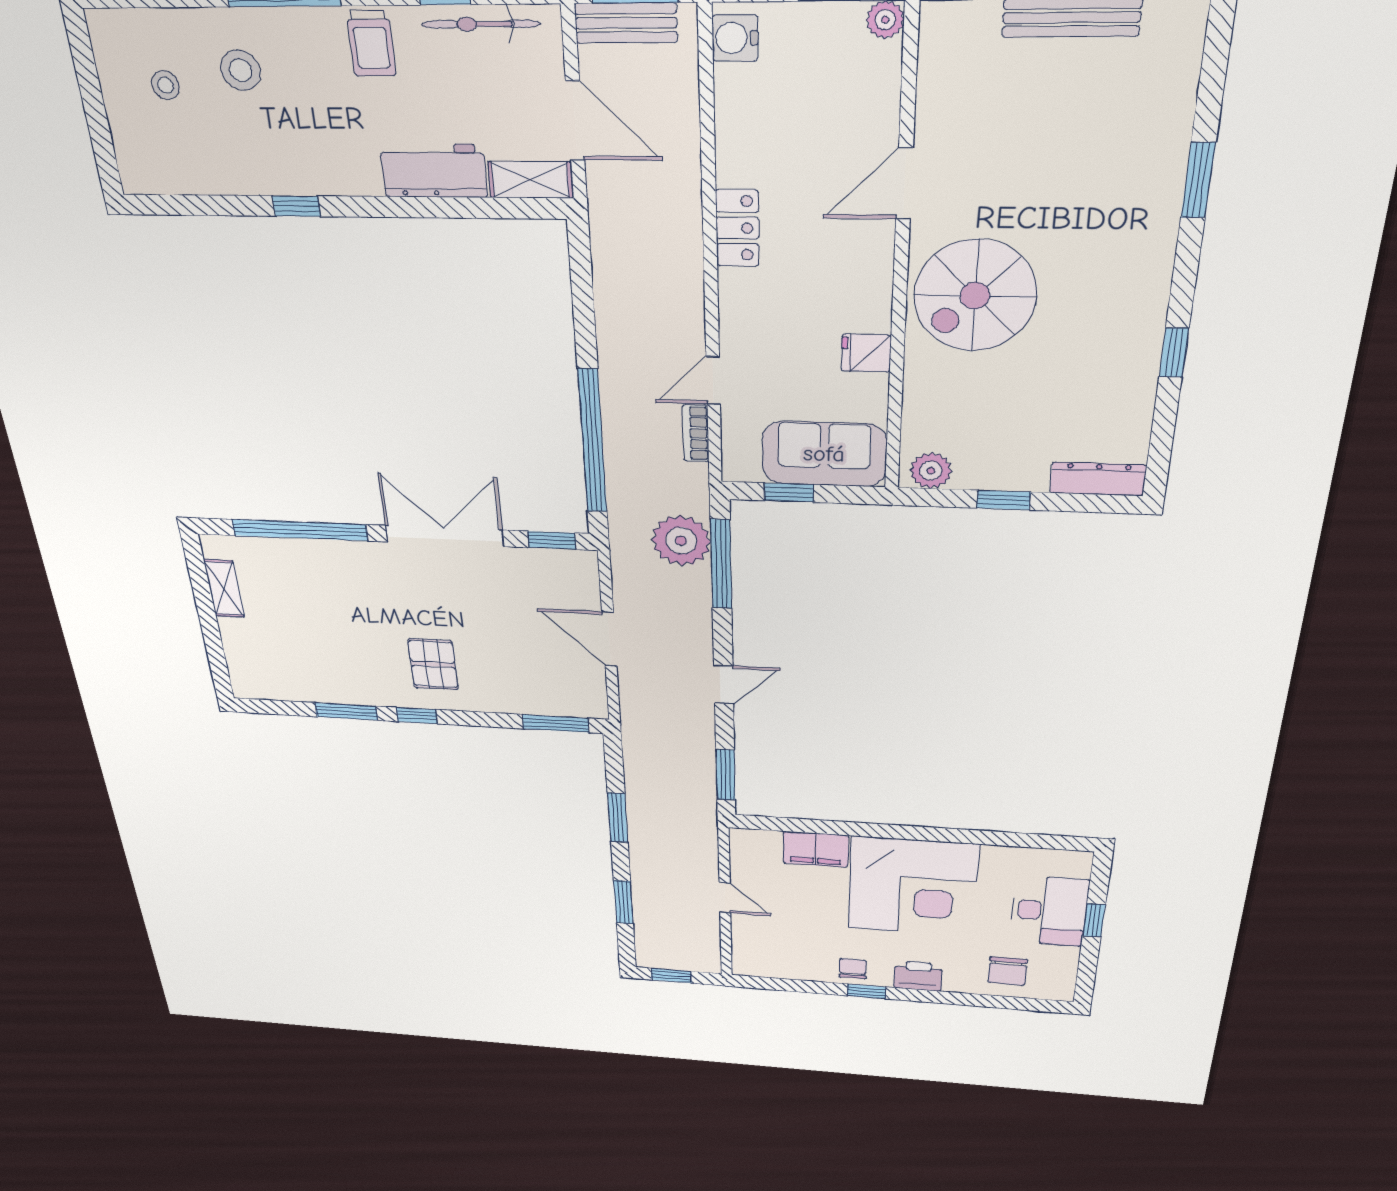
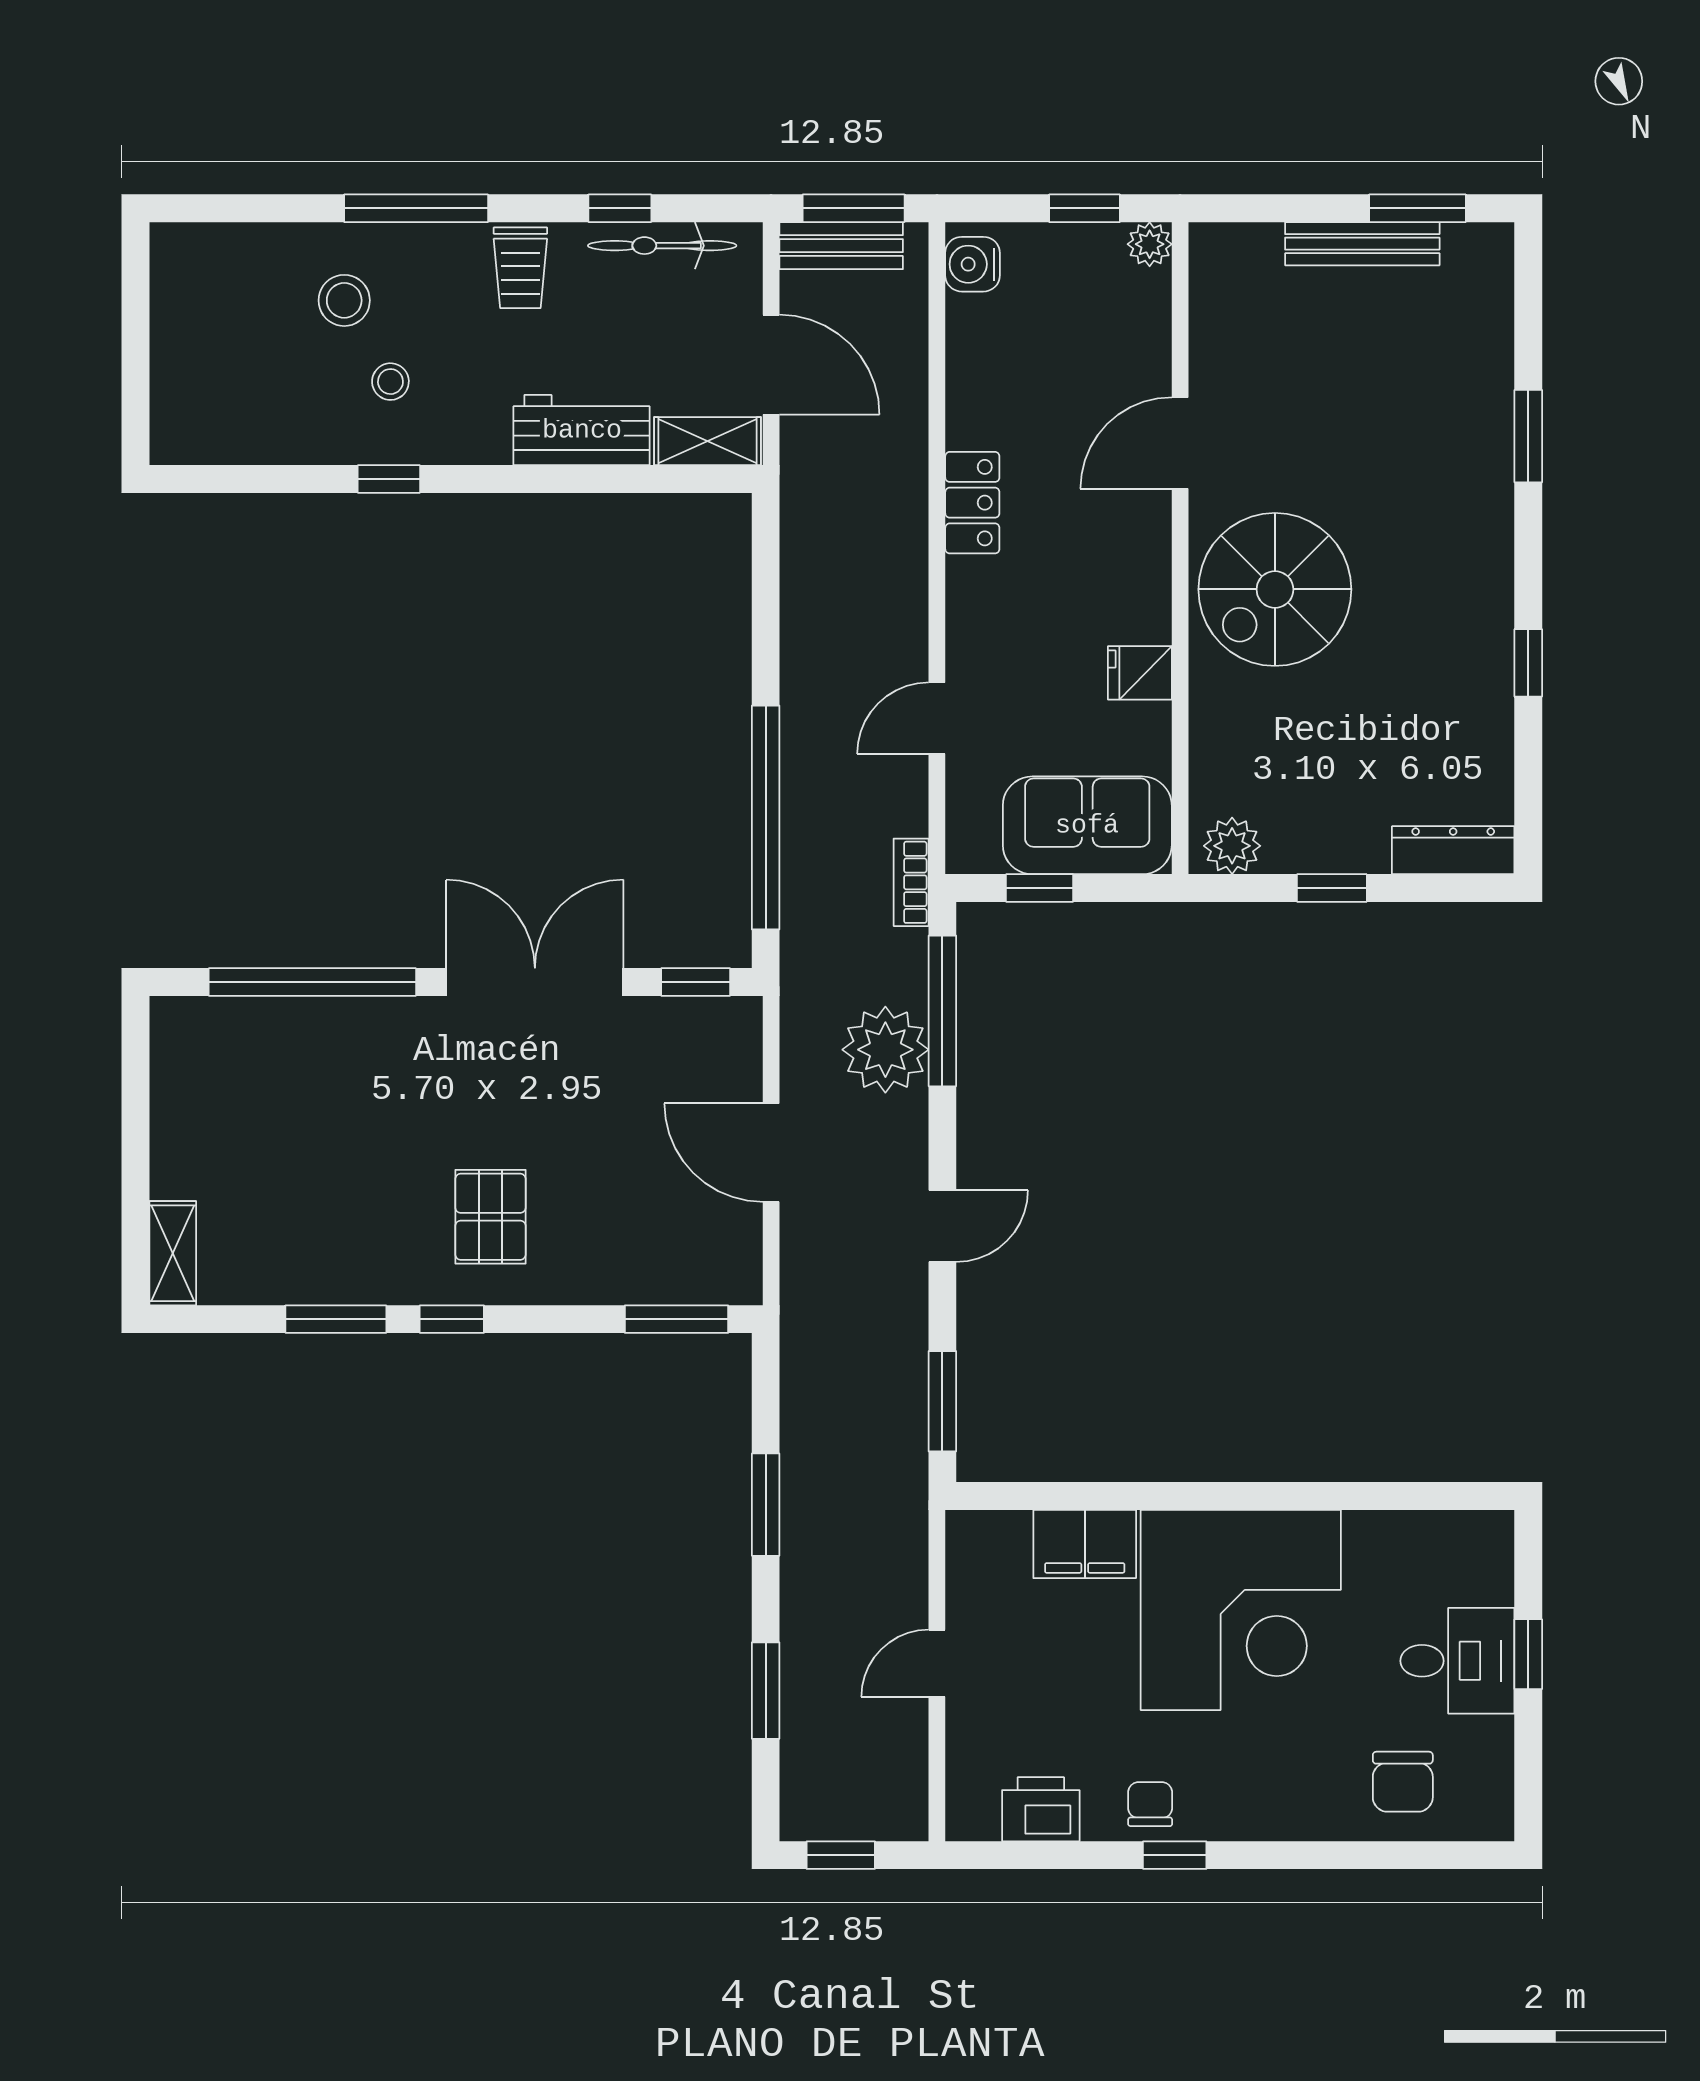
stool: (166, 85) -> (390, 382), moved
bookcase: (696, 433) -> (911, 882), moved
plant: (681, 541) -> (885, 1050), moved
shelving: (224, 589) -> (173, 1253), moved
door: (725, 898) -> (937, 1663), swing flipped
desk: (1049, 911) -> (1457, 1661), width x0.73
printer: (918, 976) -> (1041, 1809), moved

